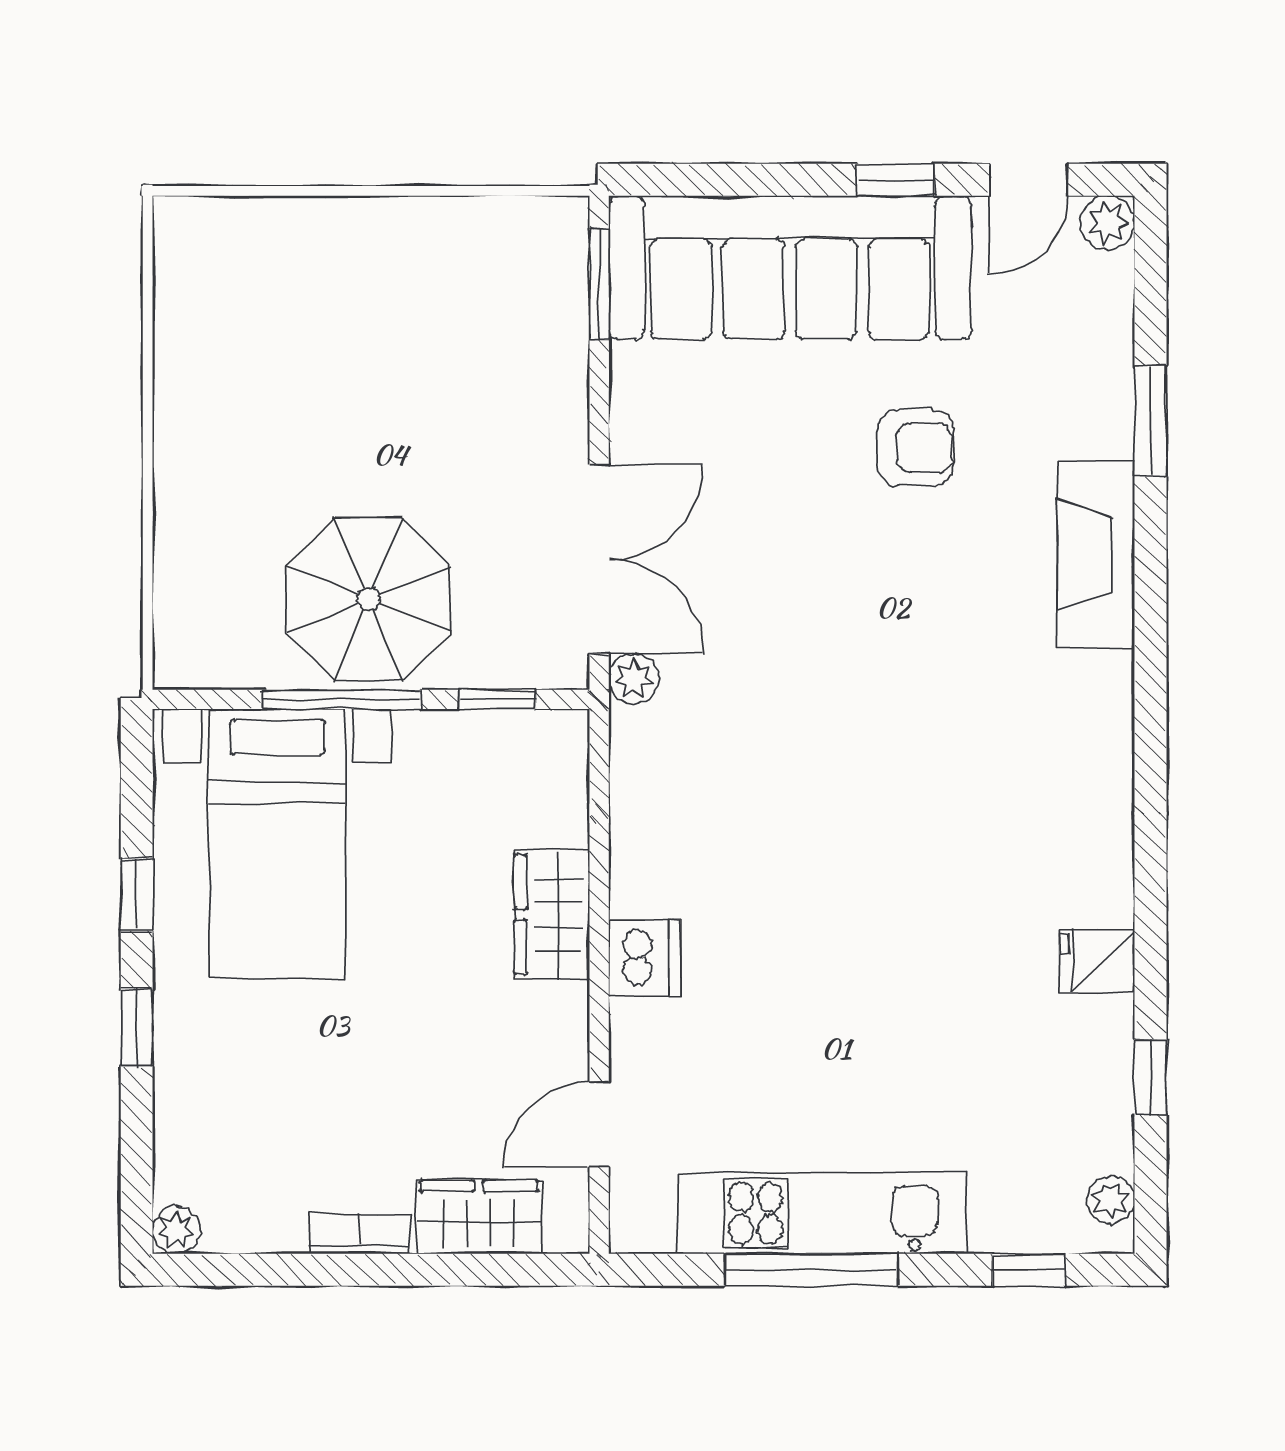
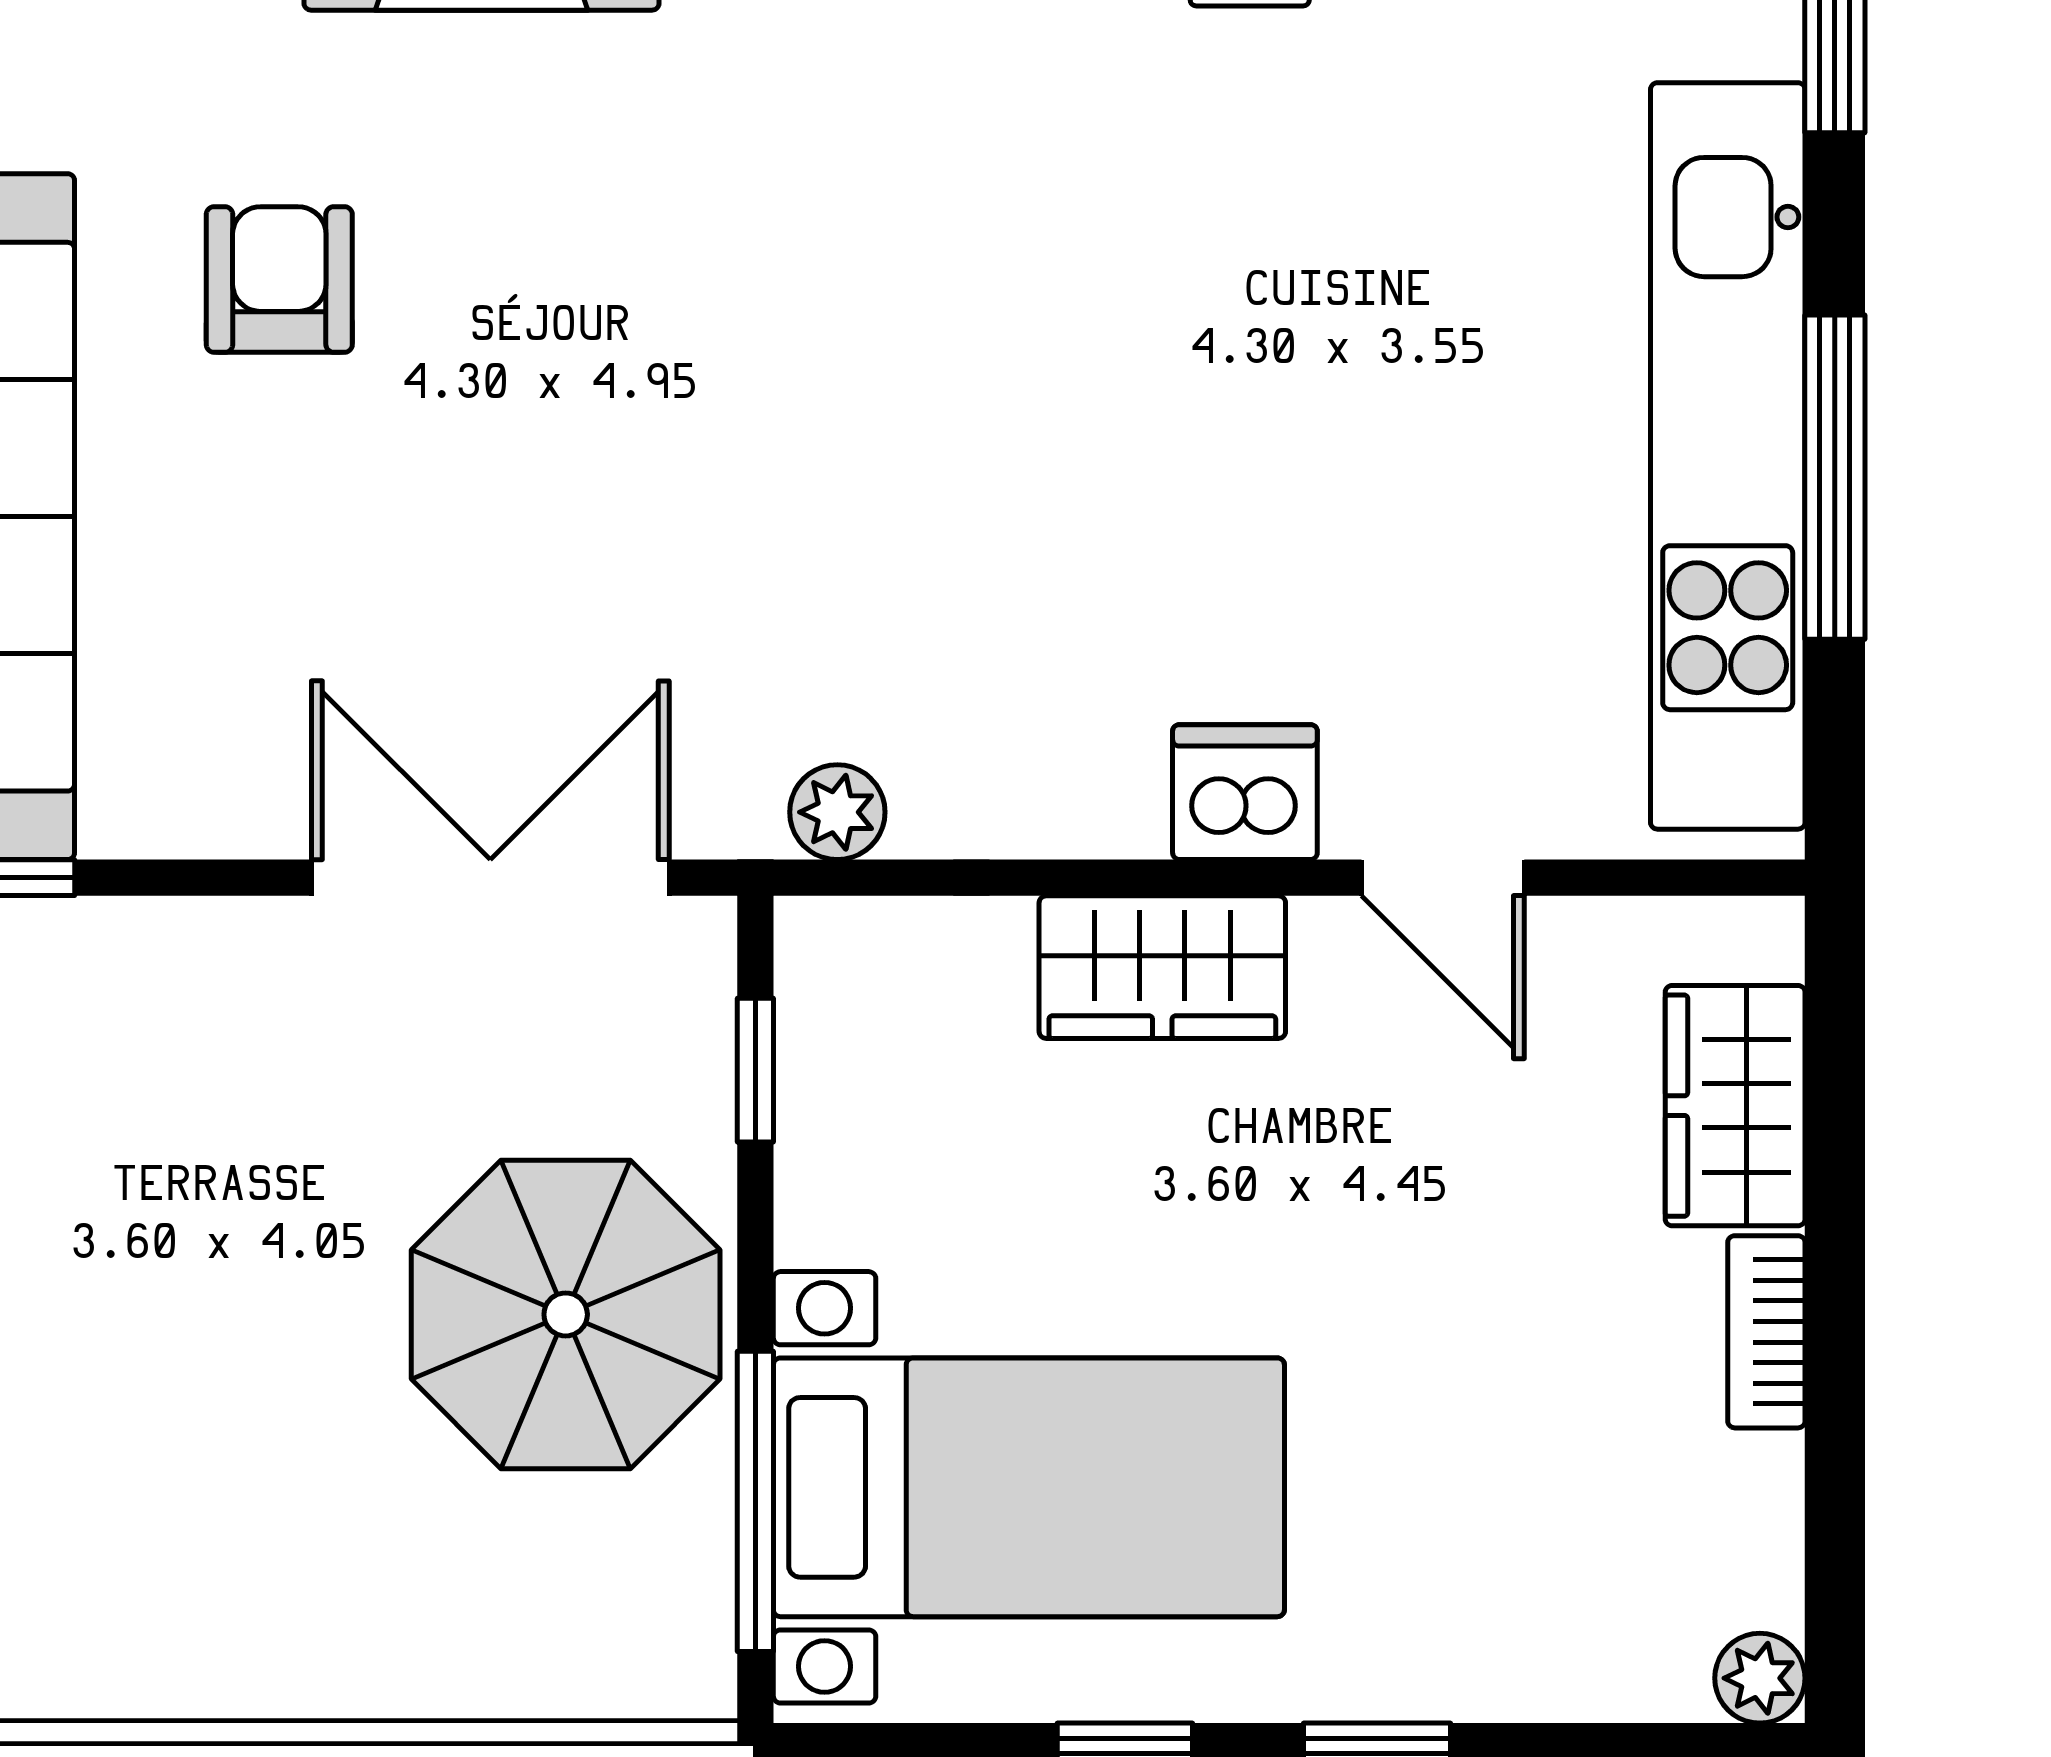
plant: (634, 679) -> (837, 812), moved
window: (341, 699) -> (755, 1501), moved
door: (599, 1124) -> (1443, 878), moved
kitchen unit: (822, 1213) -> (1728, 456), width x1.36

